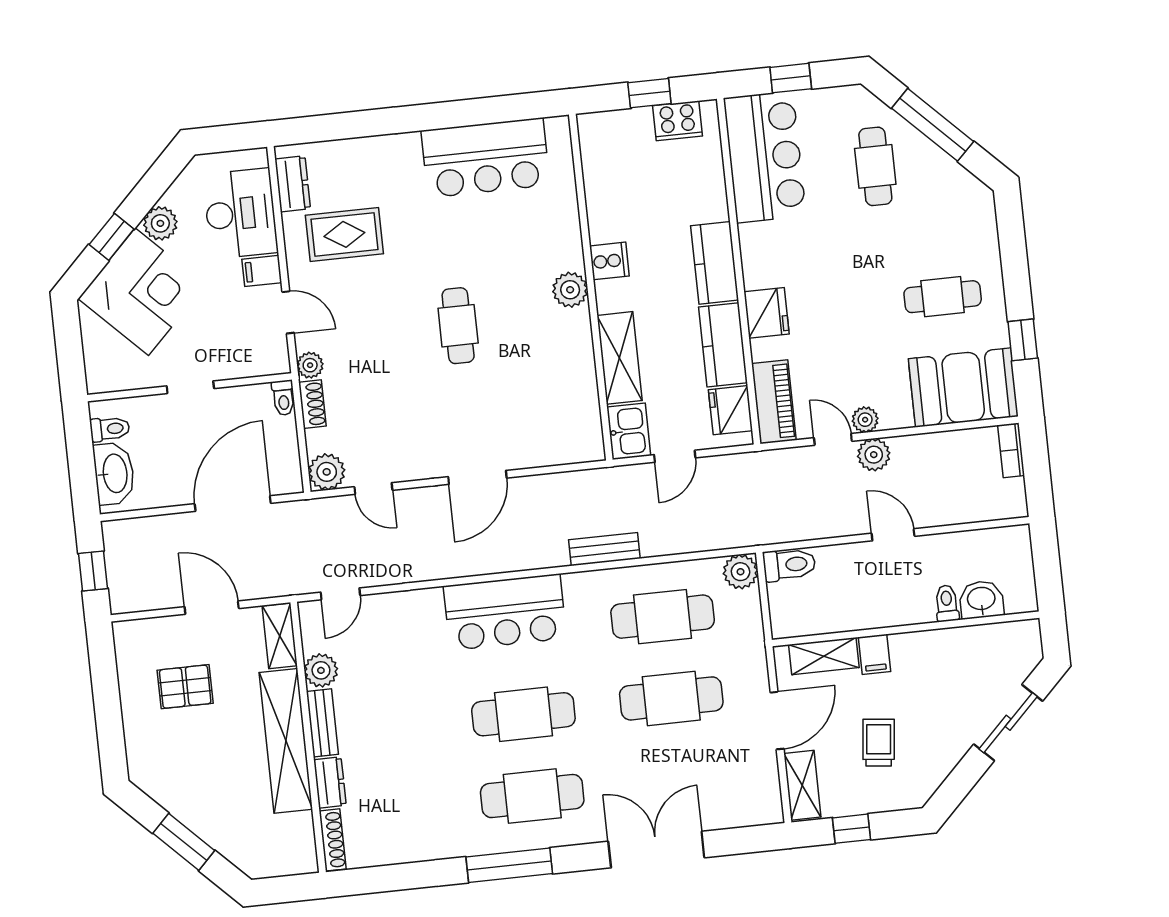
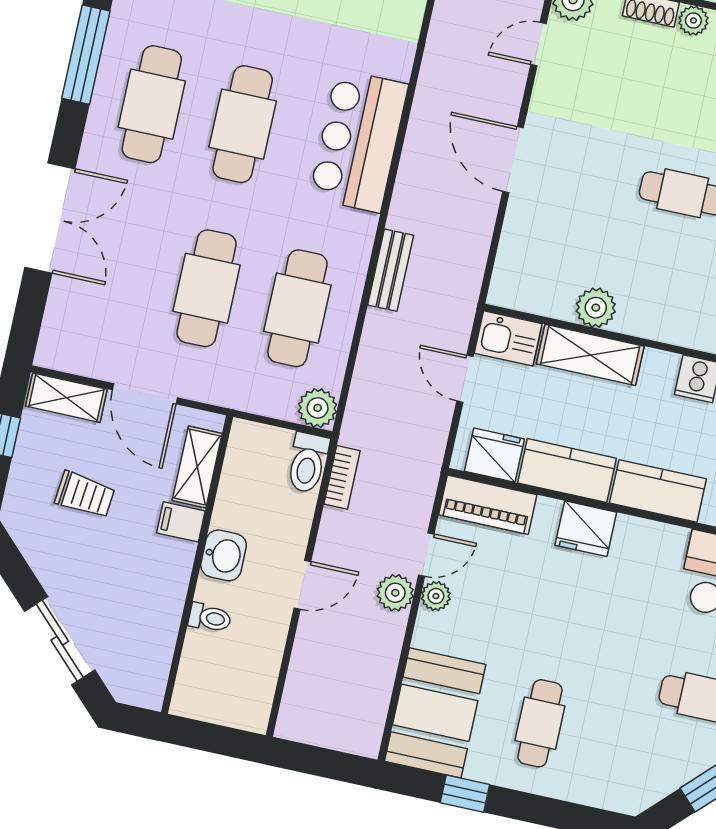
plant: (570, 290) -> (596, 308), moved
bookcase: (1011, 450) -> (342, 477), moved, turned 90
washbasin: (981, 600) -> (224, 555), moved

